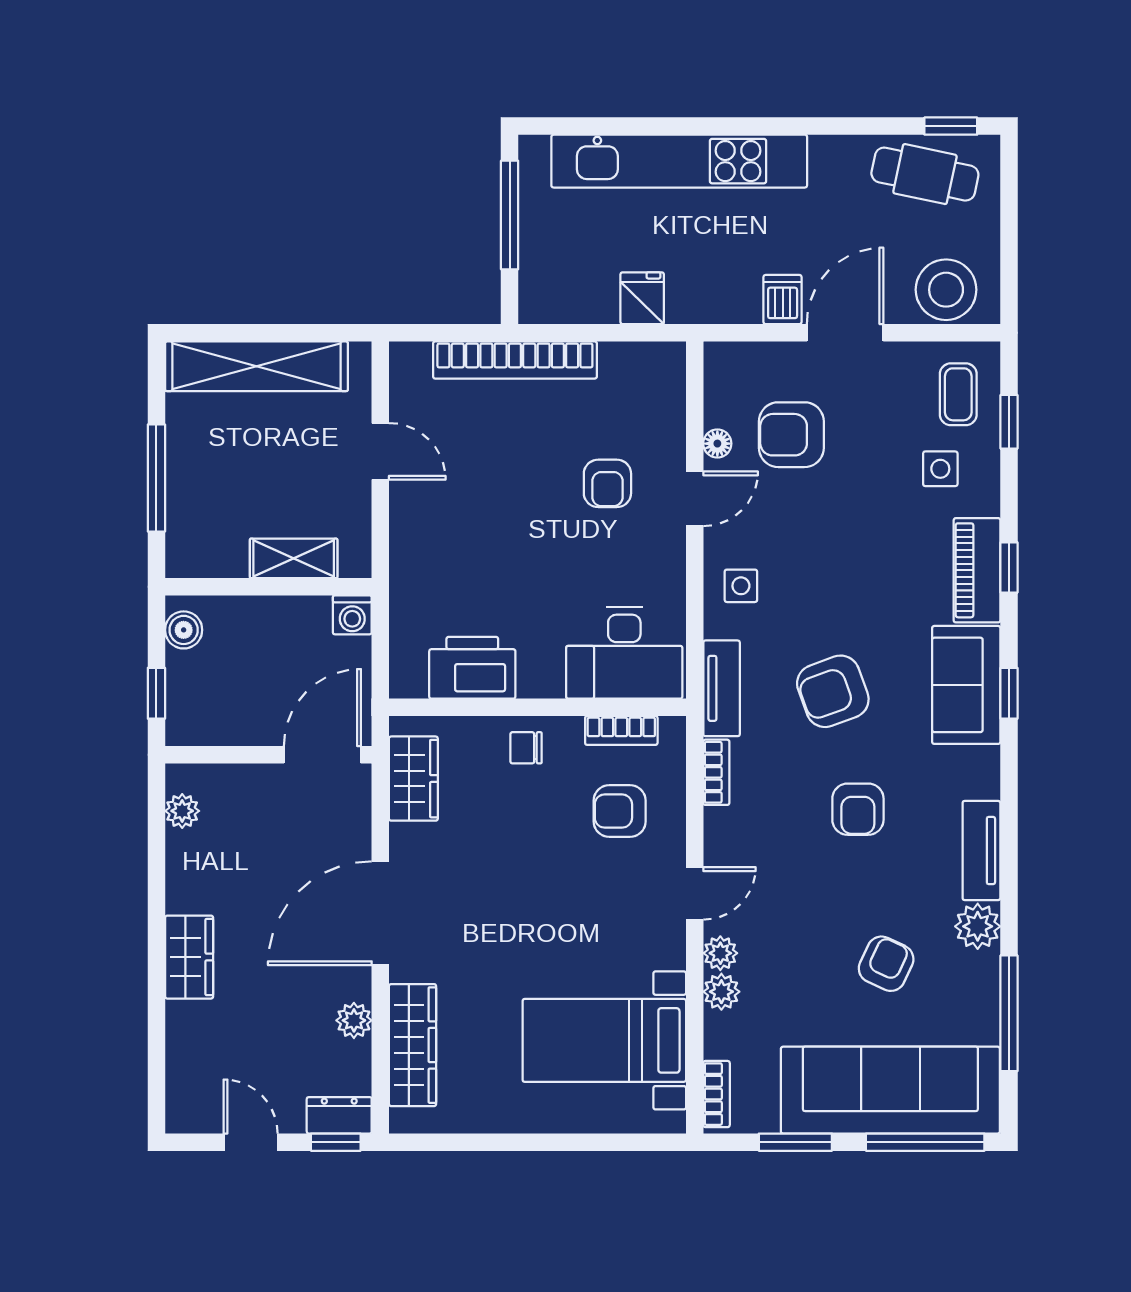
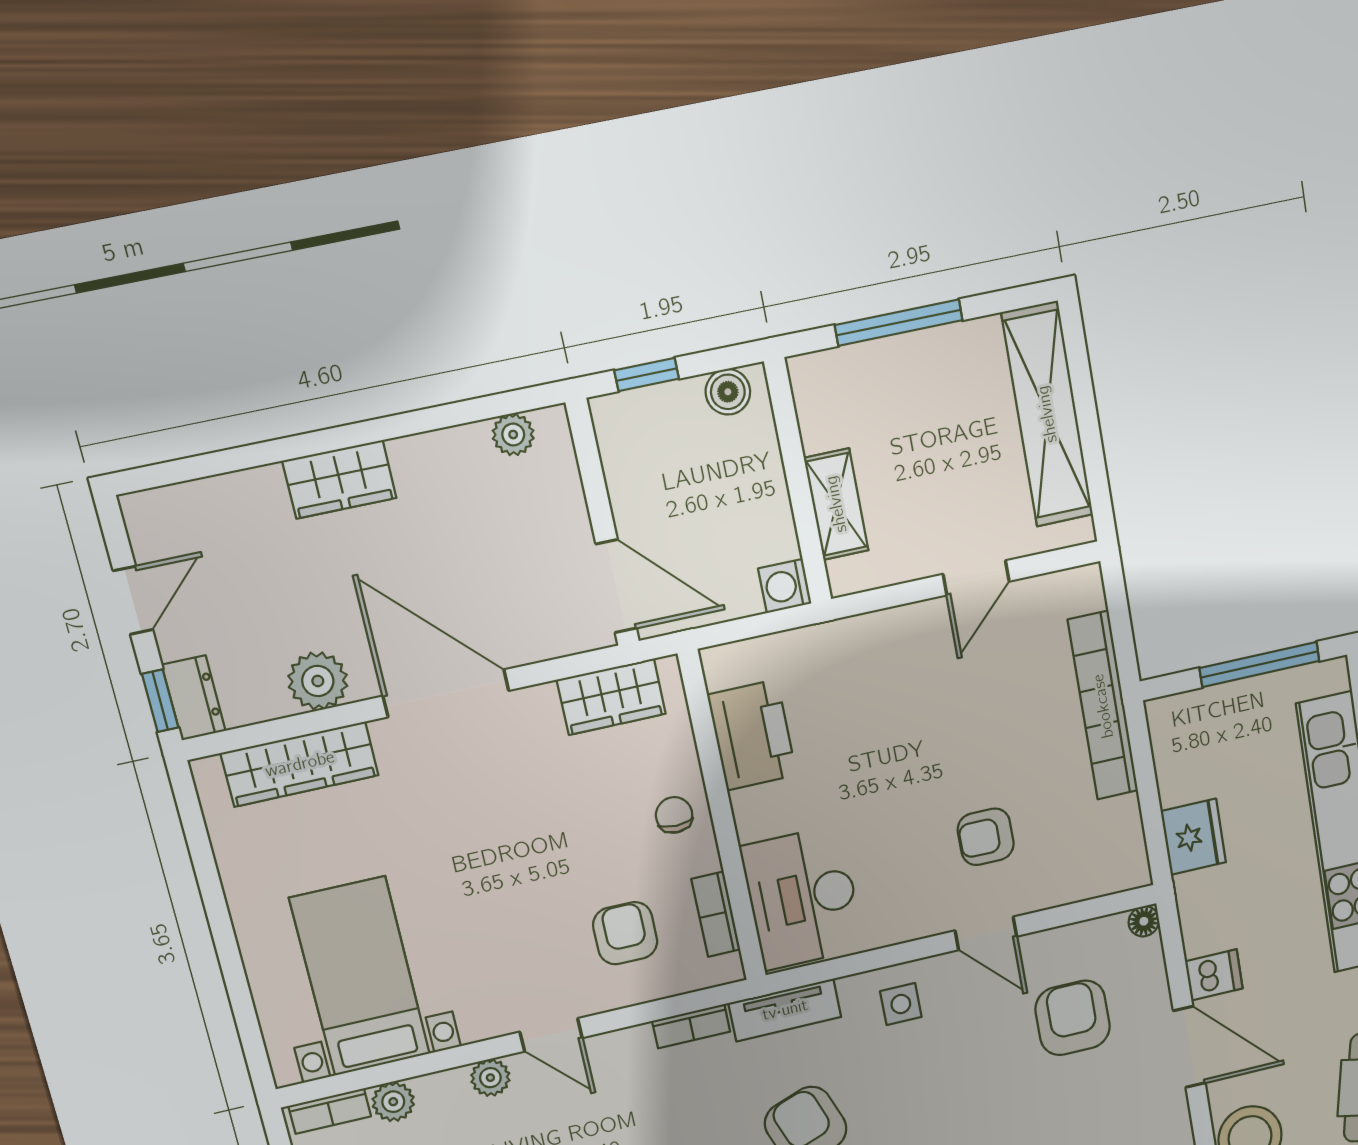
fridge: (642, 298) -> (1193, 837), width x1.38
floor lamp: (717, 444) -> (1144, 921), moved
plant: (721, 992) -> (393, 1102), moved
plant: (354, 1020) -> (318, 681), width x1.38, depth x1.38

